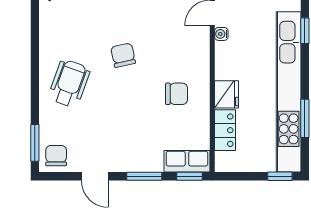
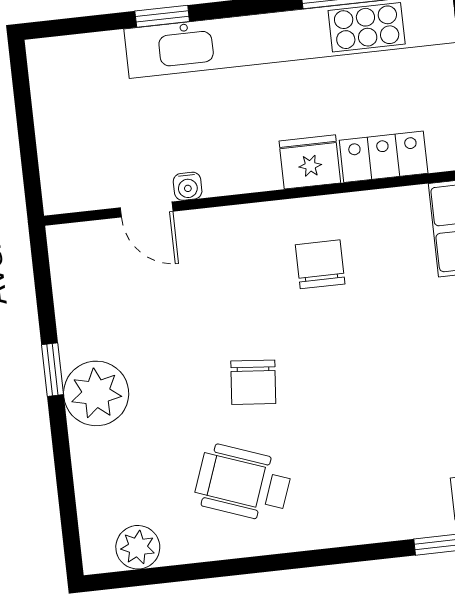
chair: (123, 55) -> (253, 382), turned -73
wheelchair: (69, 83) -> (243, 483), moved

